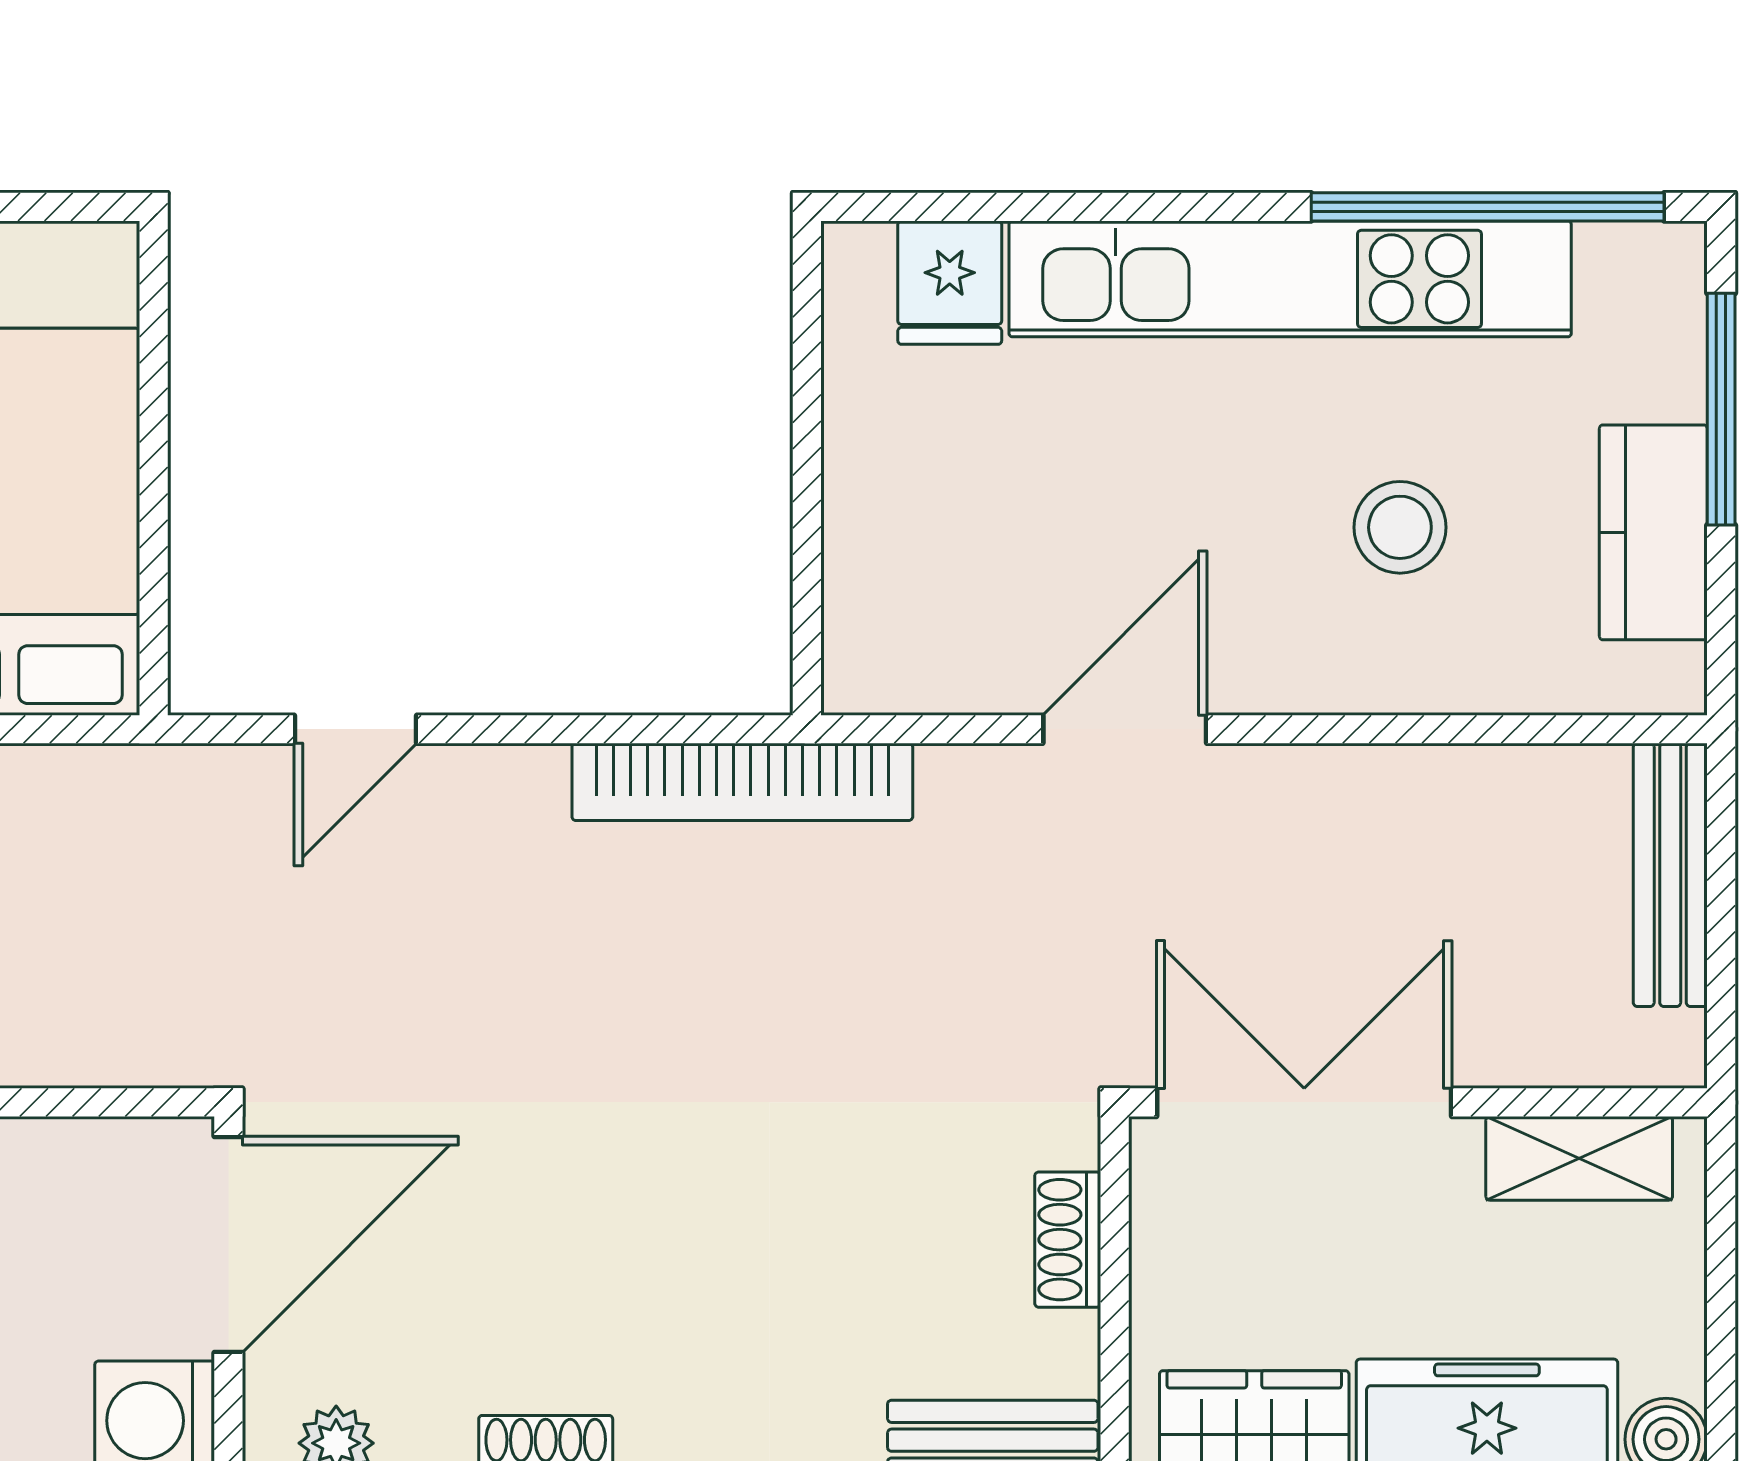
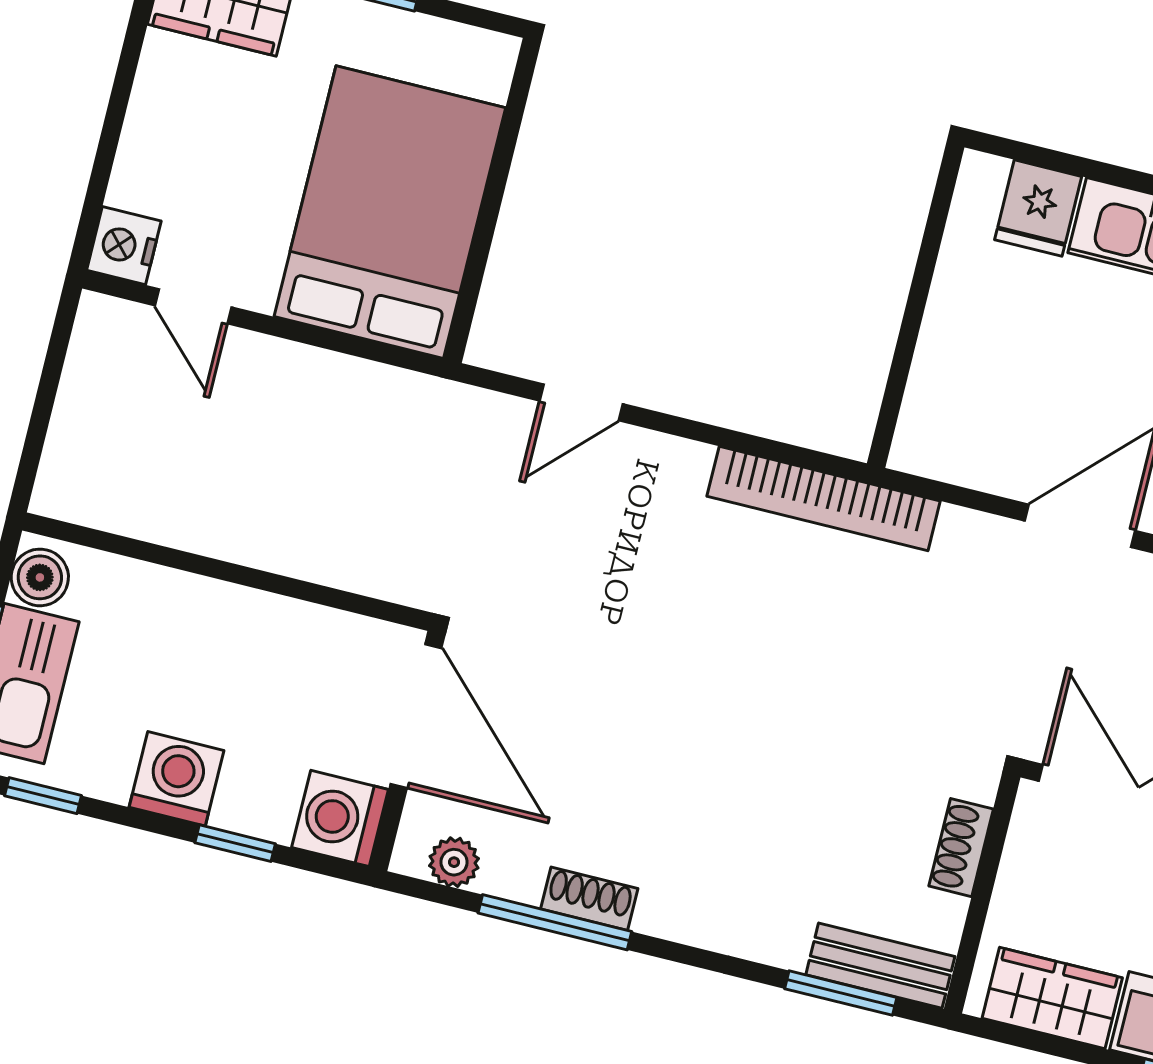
door: (228, 1244) -> (416, 716), hinge flipped

